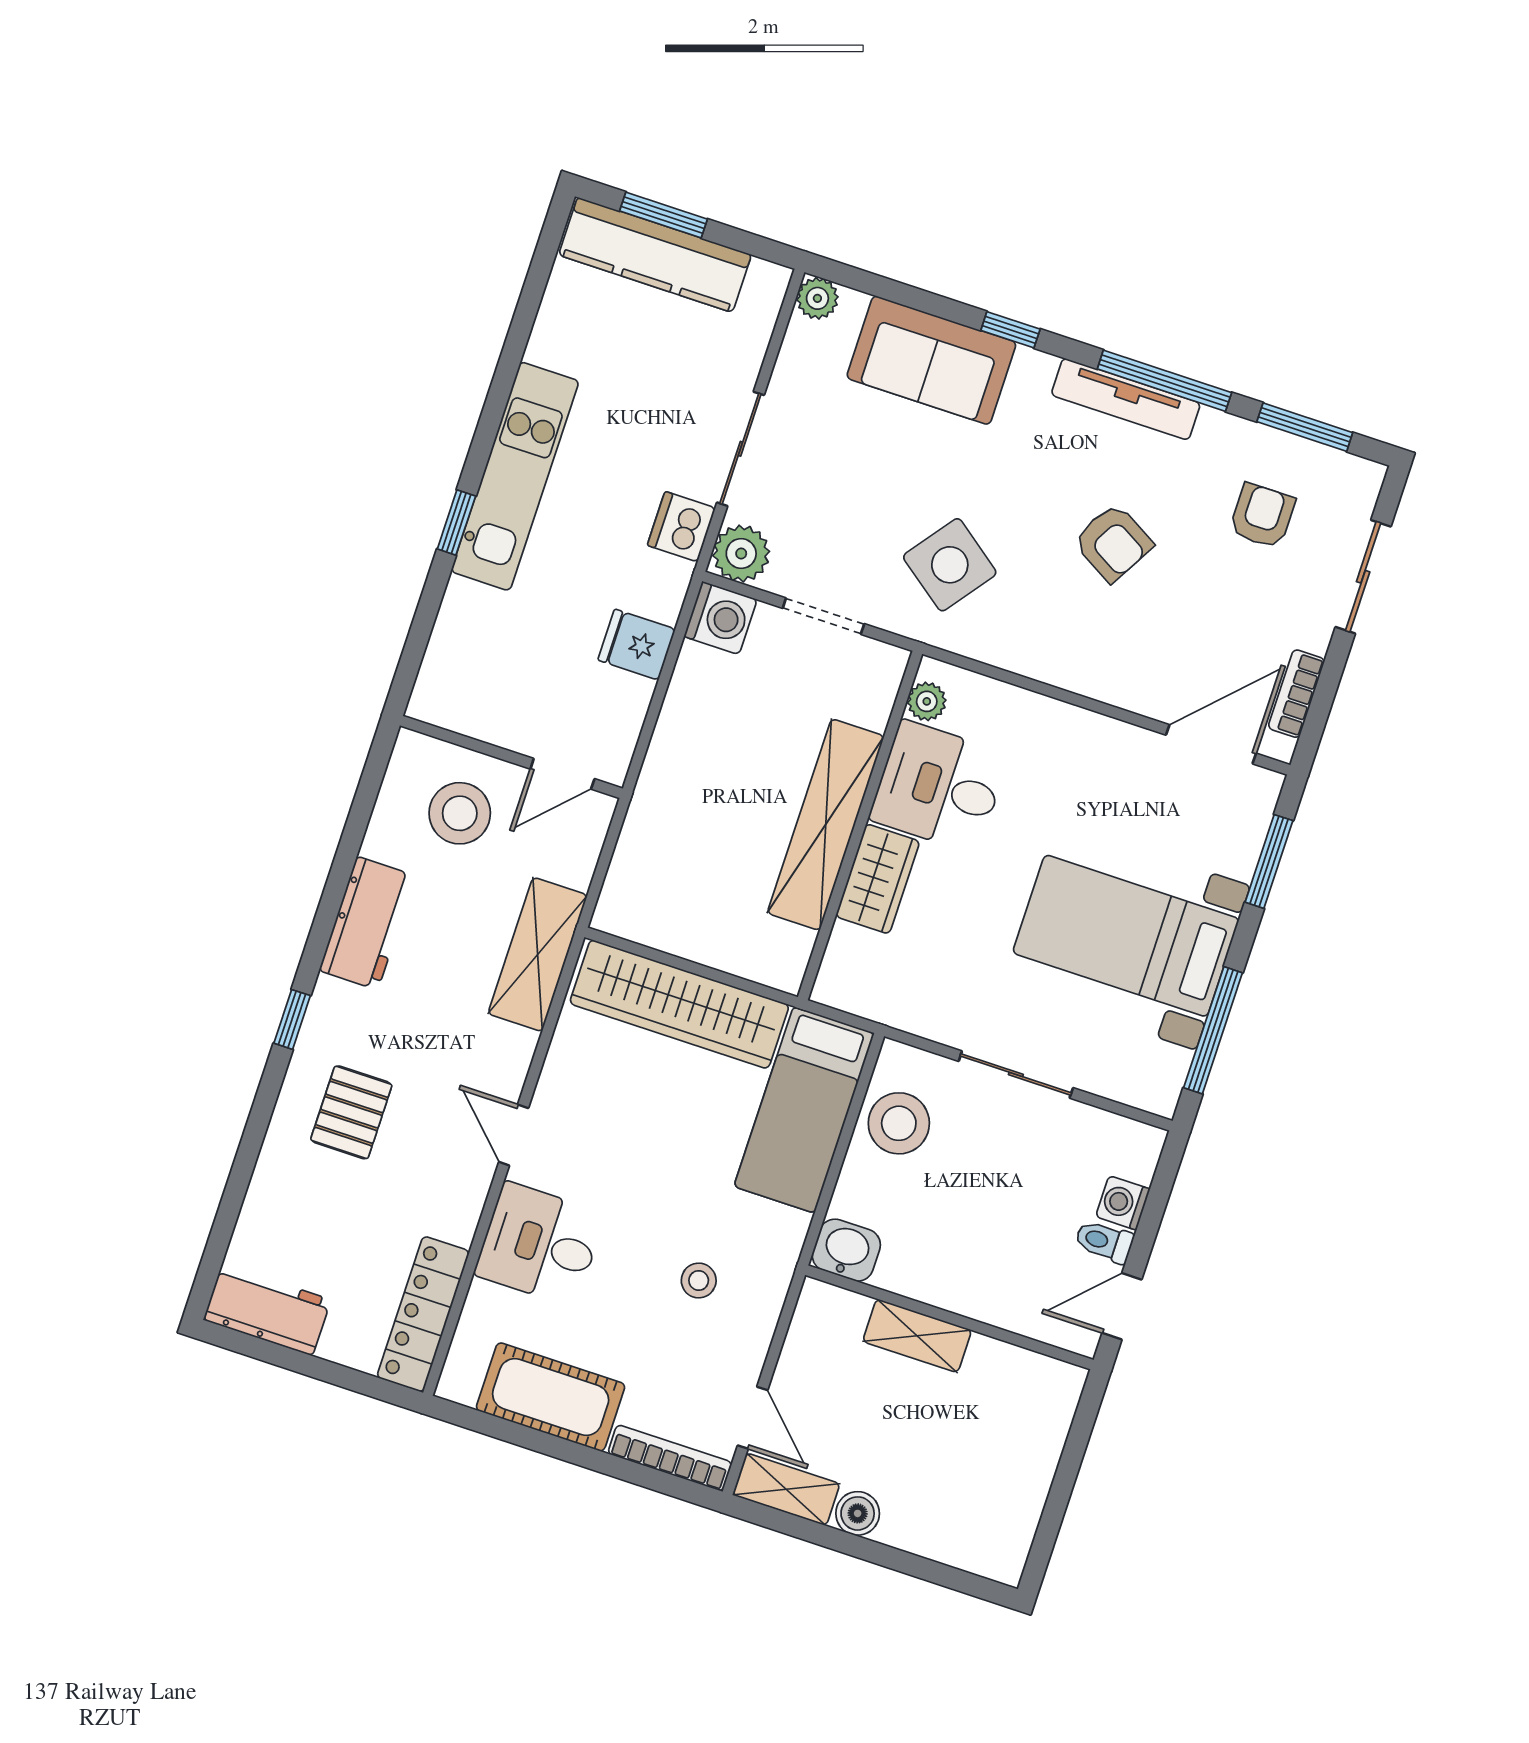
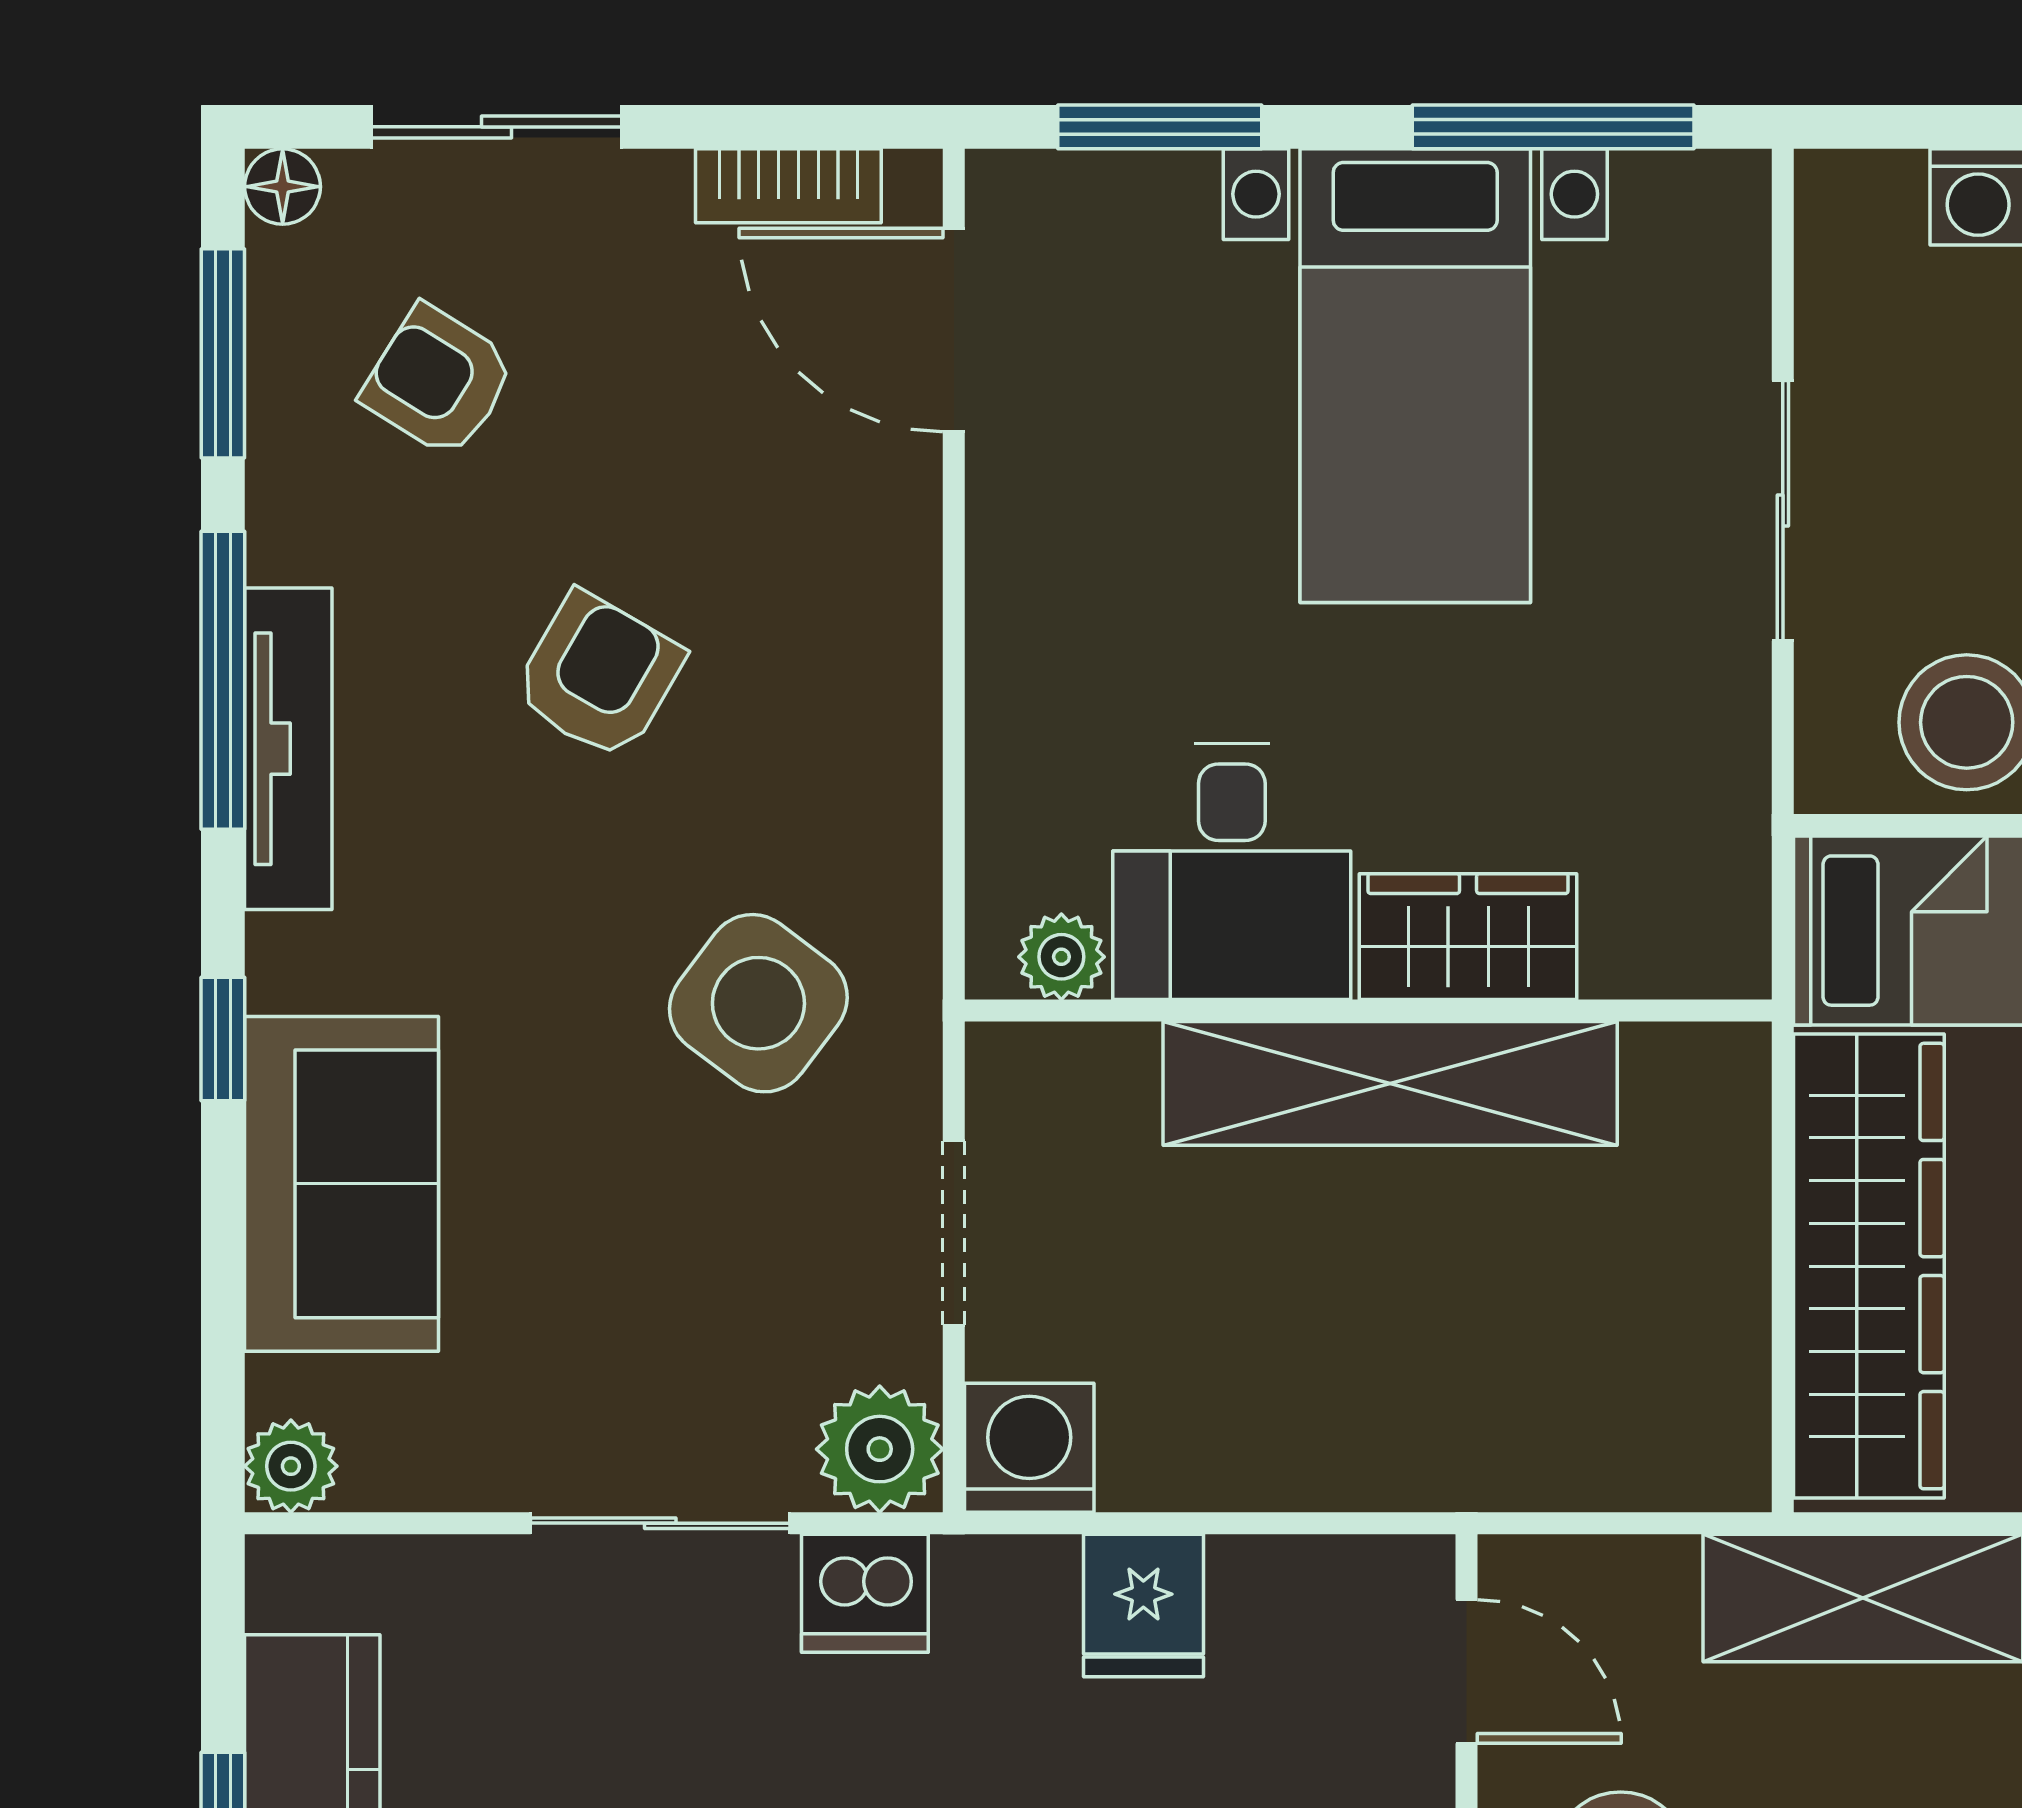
floor lamp: (1368, 476) -> (283, 187), added
armchair: (1262, 516) -> (439, 381), turned 32

